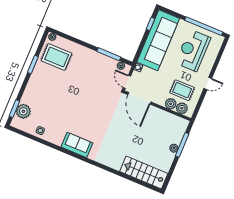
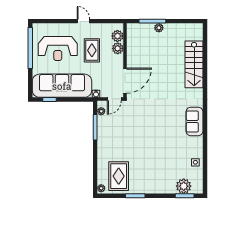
rug: (182, 90) -> (92, 50), moved
stairs: (144, 172) -> (194, 64), moved

